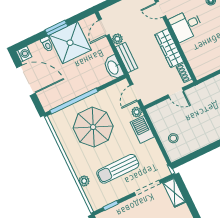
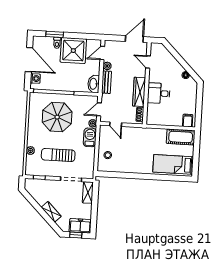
desk: (186, 25) -> (159, 93), moved
window: (56, 28) -> (55, 34), moved
washing machine: (24, 54) -> (35, 79), moved
door: (176, 93) -> (116, 124), moved

